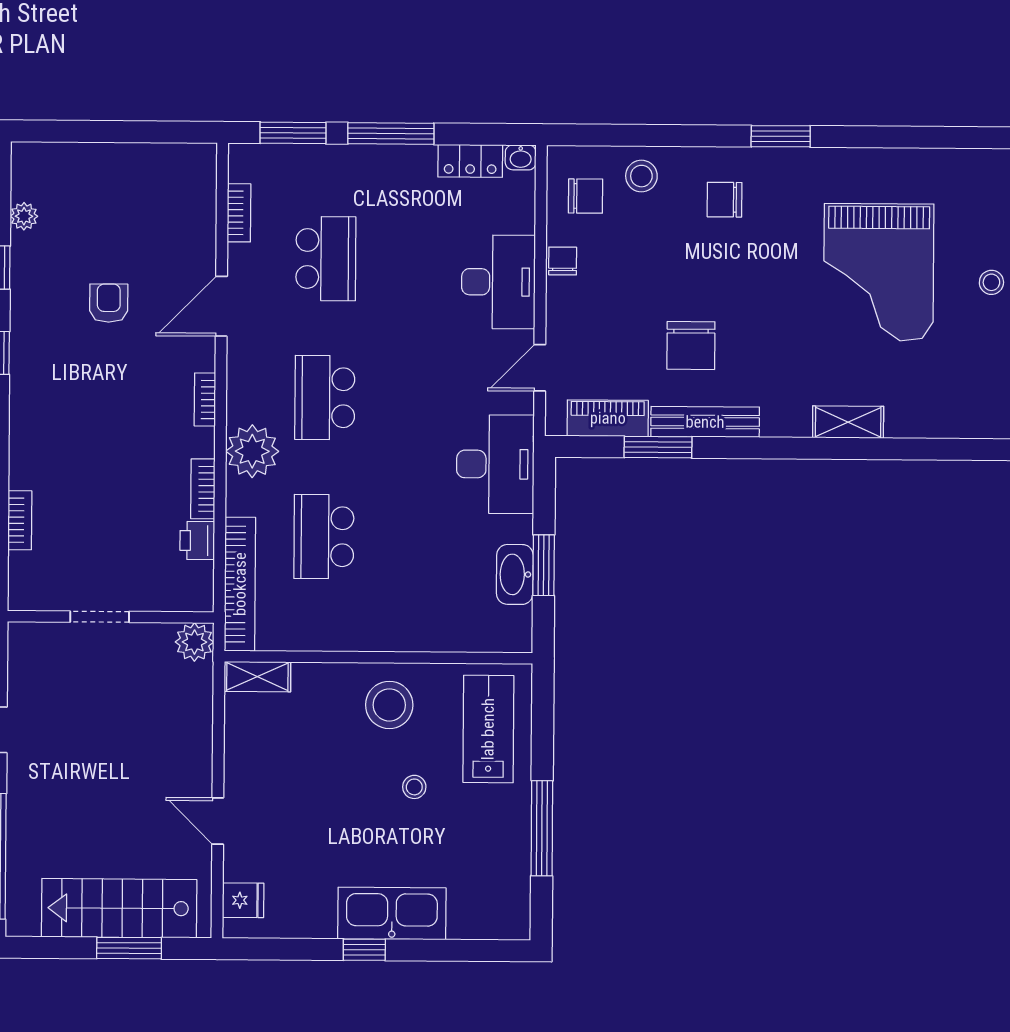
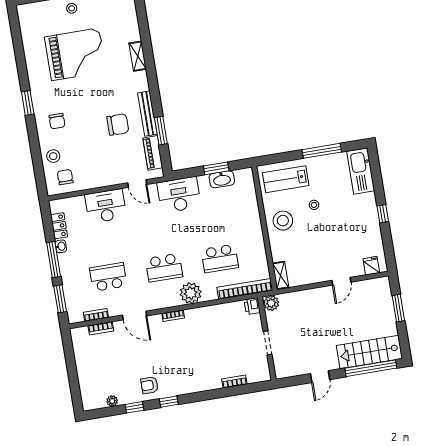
washbasin: (521, 157) -> (61, 246), moved
chair: (563, 261) -> (93, 182), removed
armchair: (109, 303) -> (149, 385), moved
bookcase: (203, 489) -> (101, 328), moved
printer: (197, 541) -> (252, 306), moved, turned 90
stairs: (119, 908) -> (369, 352), moved, turned 90
kitchen sink: (392, 913) -> (361, 171), moved

